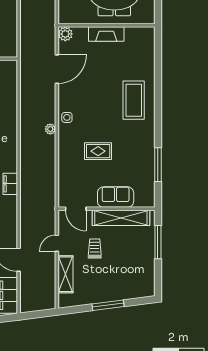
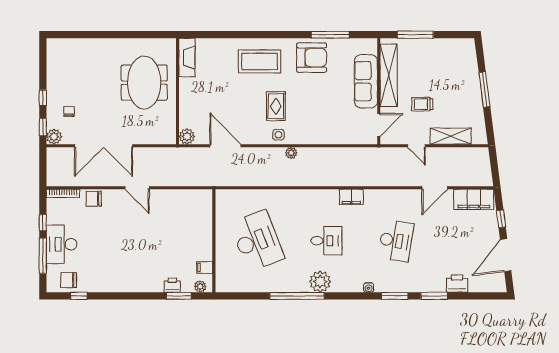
fireplace: (106, 34) -> (187, 58), moved
armchair: (137, 148) -> (312, 58), added
rug: (98, 151) -> (276, 106), moved
sofa: (116, 197) -> (366, 81), width x1.36

